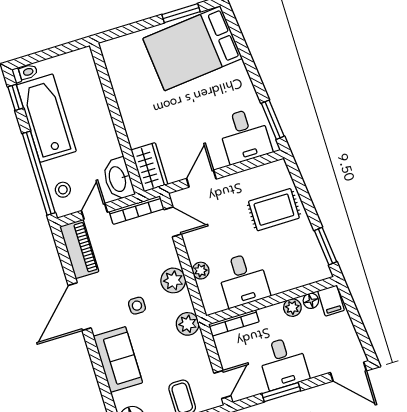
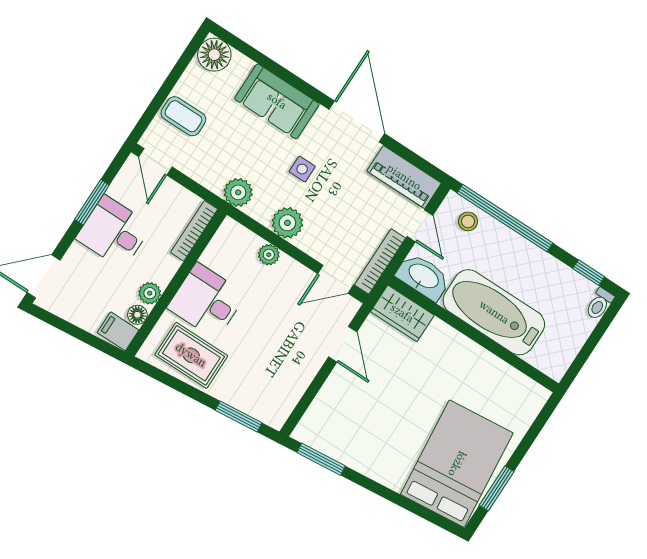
bathtub: (46, 118) -> (494, 312), moved, turned 180
desk: (245, 136) -> (336, 421), removed
rug: (274, 210) -> (191, 355), moved, turned 90
window: (325, 246) -> (239, 416), moved
desk: (243, 280) -> (207, 301), moved

